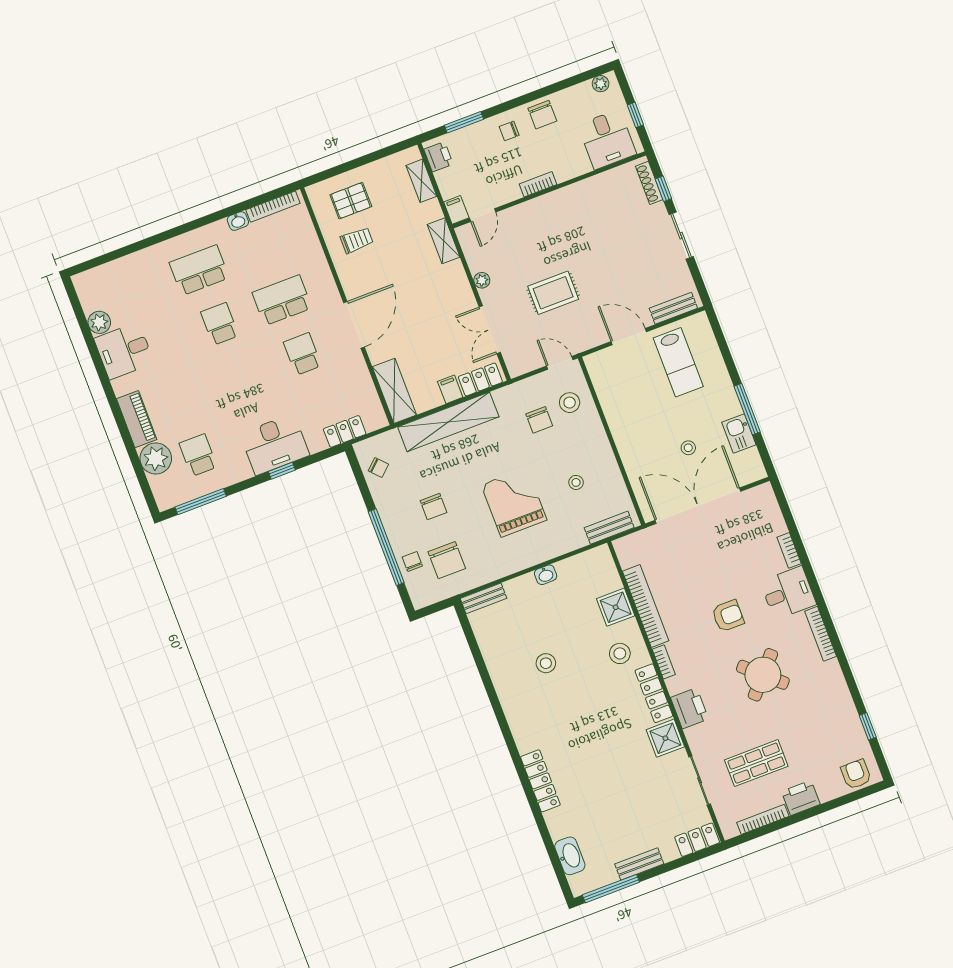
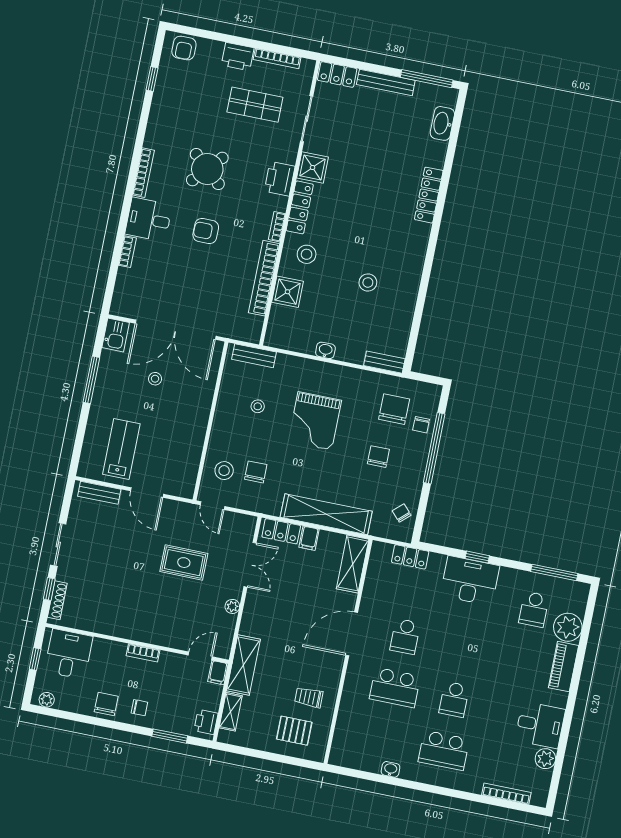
bookcase: (273, 207) -> (506, 794), moved
shelving: (444, 241) -> (243, 665), width x1.50, depth x1.33
kitchen sink: (739, 433) -> (116, 335), moved
bench: (639, 864) -> (386, 82), width x1.36

